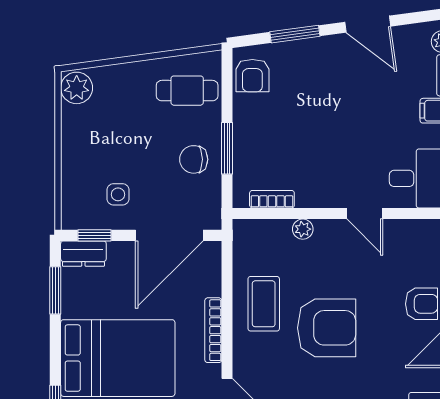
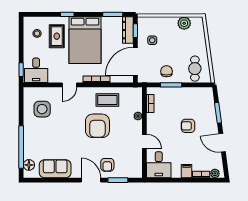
door: (368, 24) -> (222, 143), hinge flipped
armchair: (252, 76) -> (188, 126), moved
plant: (77, 88) -> (184, 23), moved
door: (365, 214) -> (144, 142), swing flipped
door: (169, 235) -> (135, 61), hinge flipped
dresser: (83, 254) -> (128, 30), width x1.44

